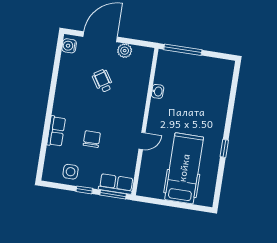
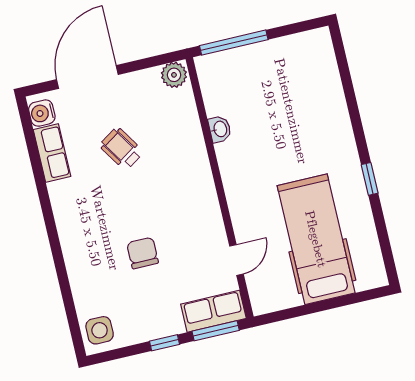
plant: (125, 51) -> (174, 75), moved
row of seats: (56, 131) -> (52, 153), moved
door: (142, 141) -> (236, 260), moved
side table: (71, 172) -> (100, 330), moved

